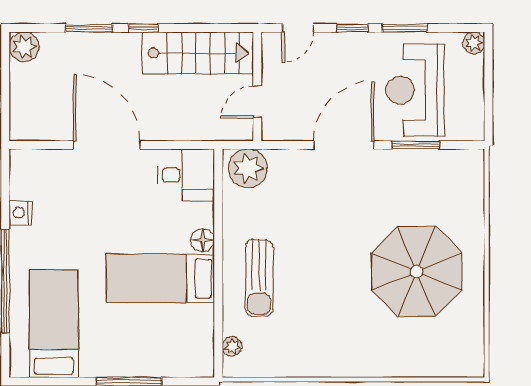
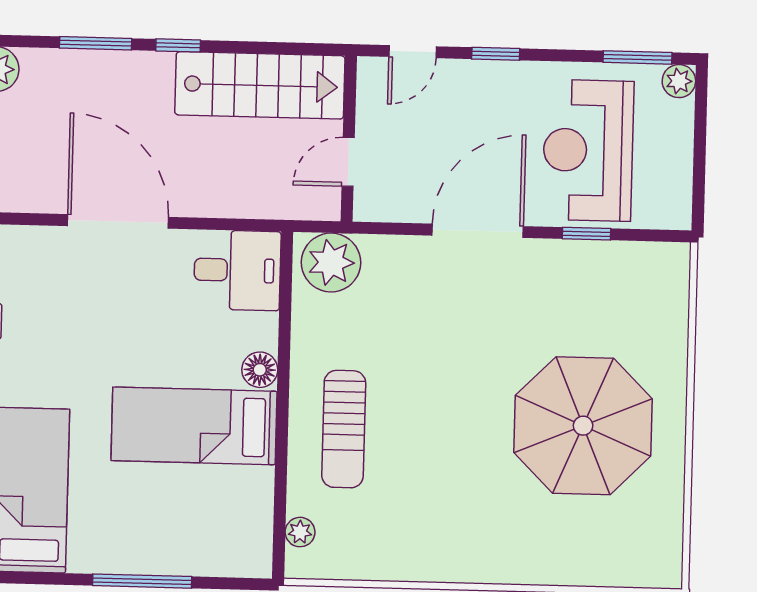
window: (405, 28) -> (637, 57), moved
window: (415, 145) -> (586, 234), width x0.67

